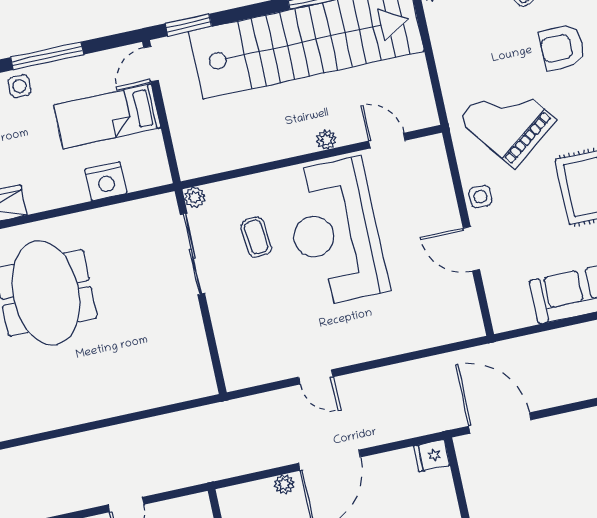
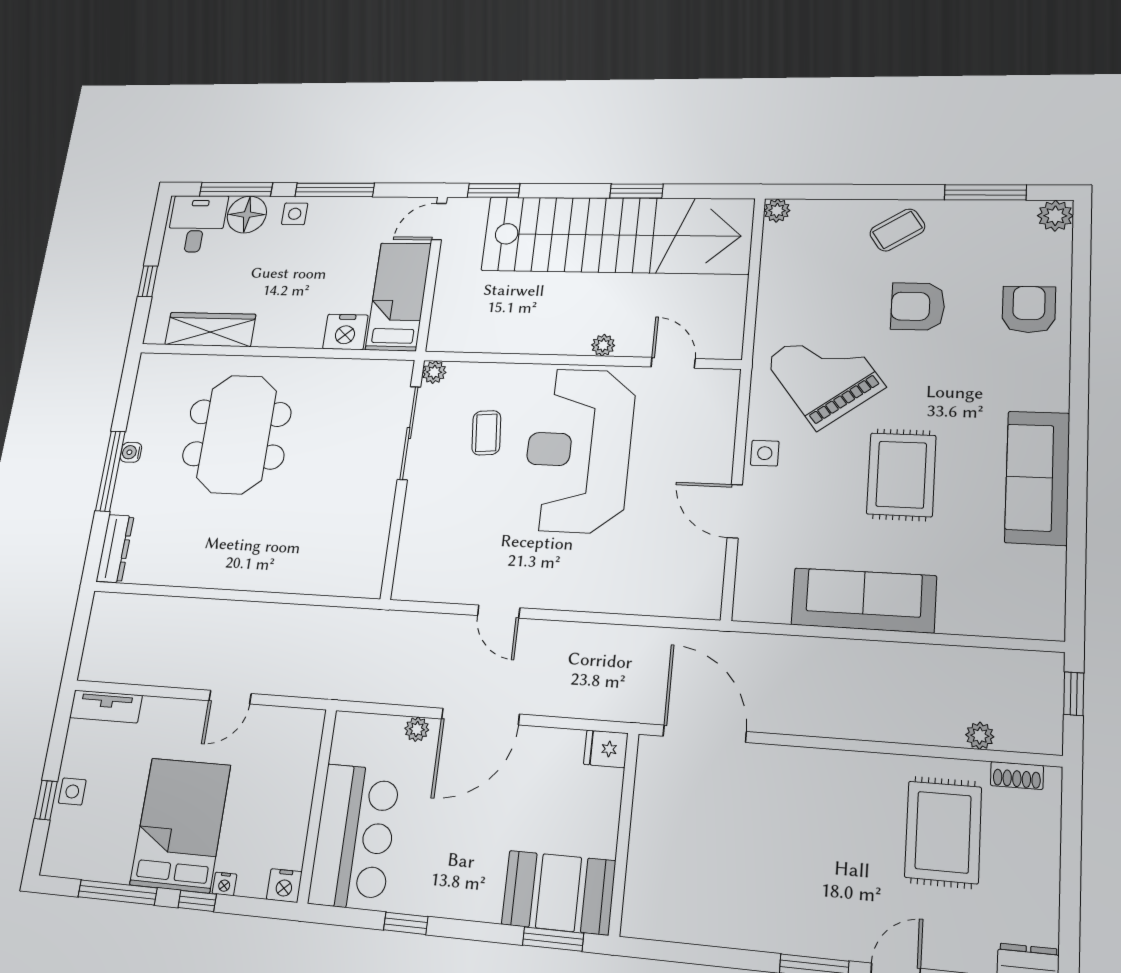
bed: (107, 116) -> (399, 296), moved, turned 90

